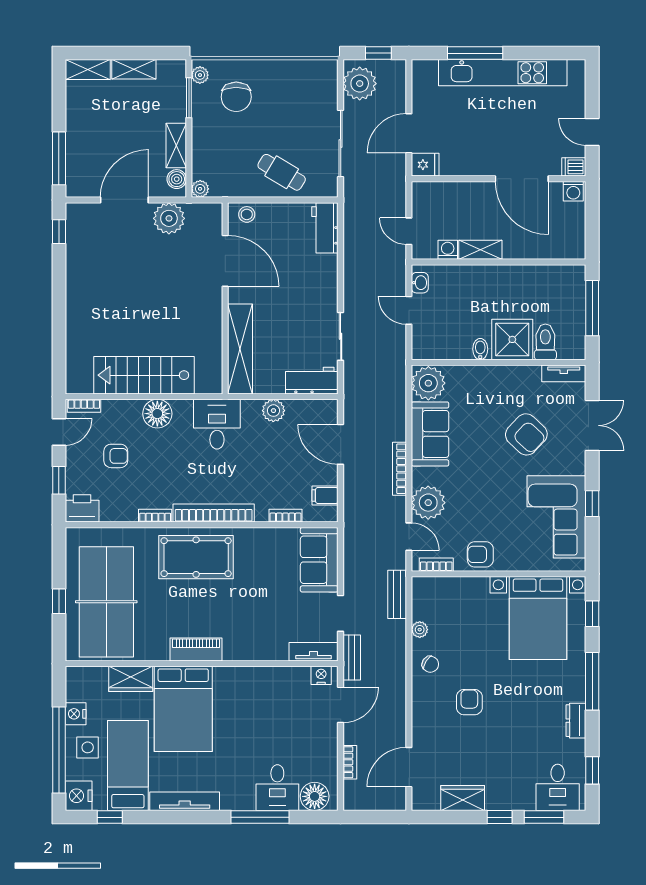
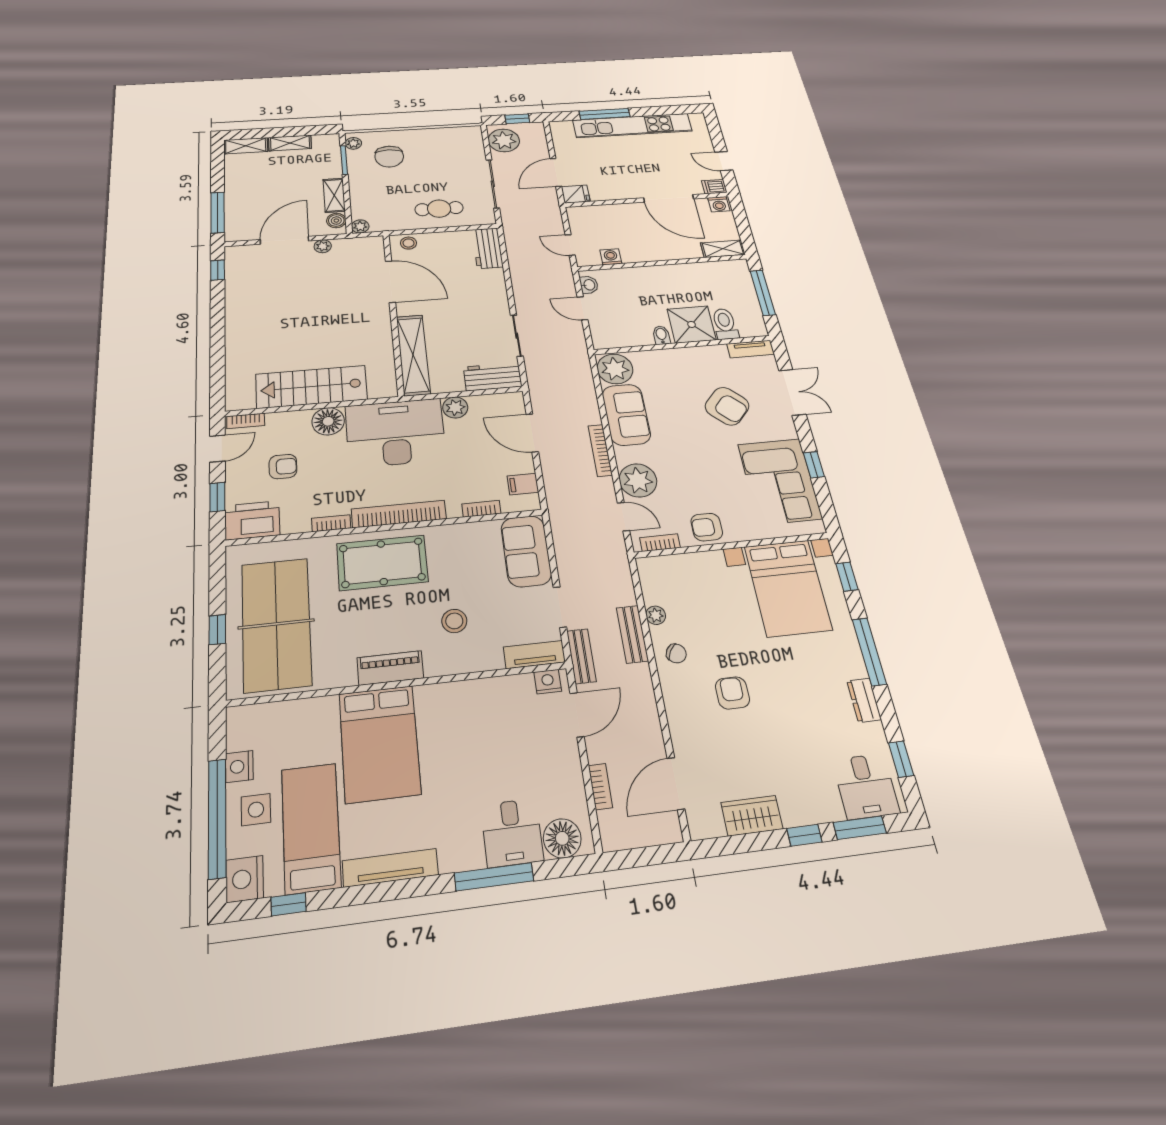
cafe table: (282, 172) -> (439, 209), turned -31
plant: (169, 218) -> (323, 246), width x0.53, depth x0.53
shelving: (480, 250) -> (723, 249), moved
desk: (217, 424) -> (395, 433), width x1.87, depth x1.30
printer: (82, 508) -> (252, 520), width x1.37, depth x1.19
bench: (397, 594) -> (632, 634), moved
stool: (251, 616) -> (454, 621), added
wardrobe: (131, 679) -> (310, 713), removed

